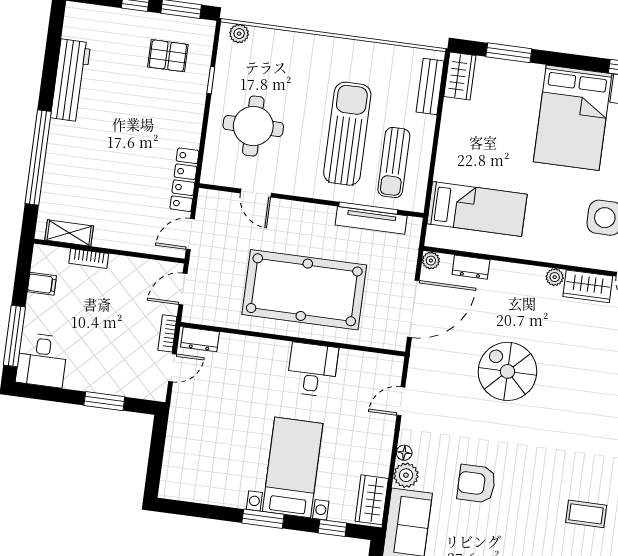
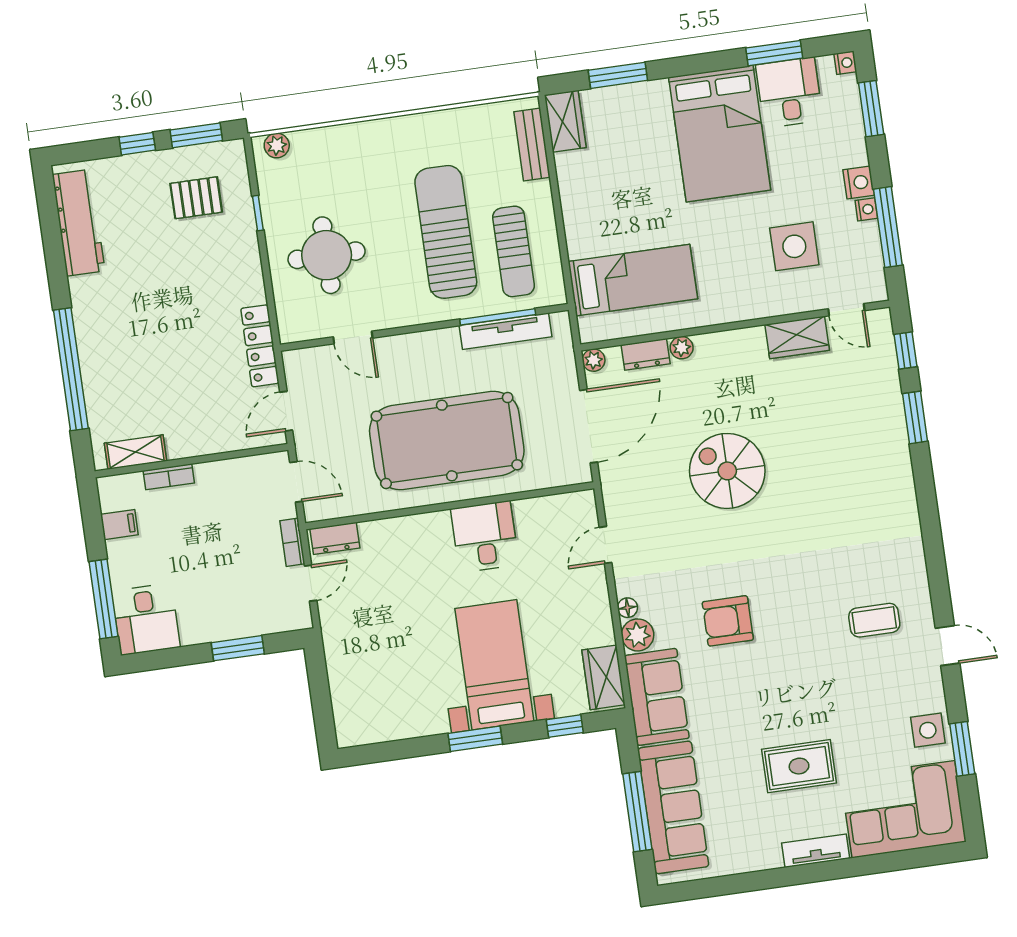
workbench: (71, 80) -> (79, 223), moved
plant: (555, 277) -> (682, 348), moved
door: (183, 289) -> (296, 482), swing flipped

